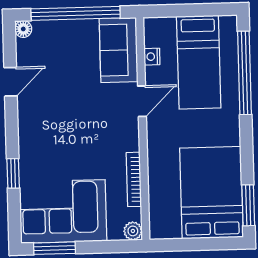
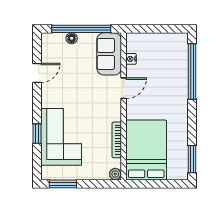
floor lamp: (23, 29) -> (72, 38), moved
bed: (199, 62) -> (162, 63), removed
bed: (211, 193) -> (146, 150), moved
corner sofa: (63, 211) -> (61, 137), moved, turned 90

